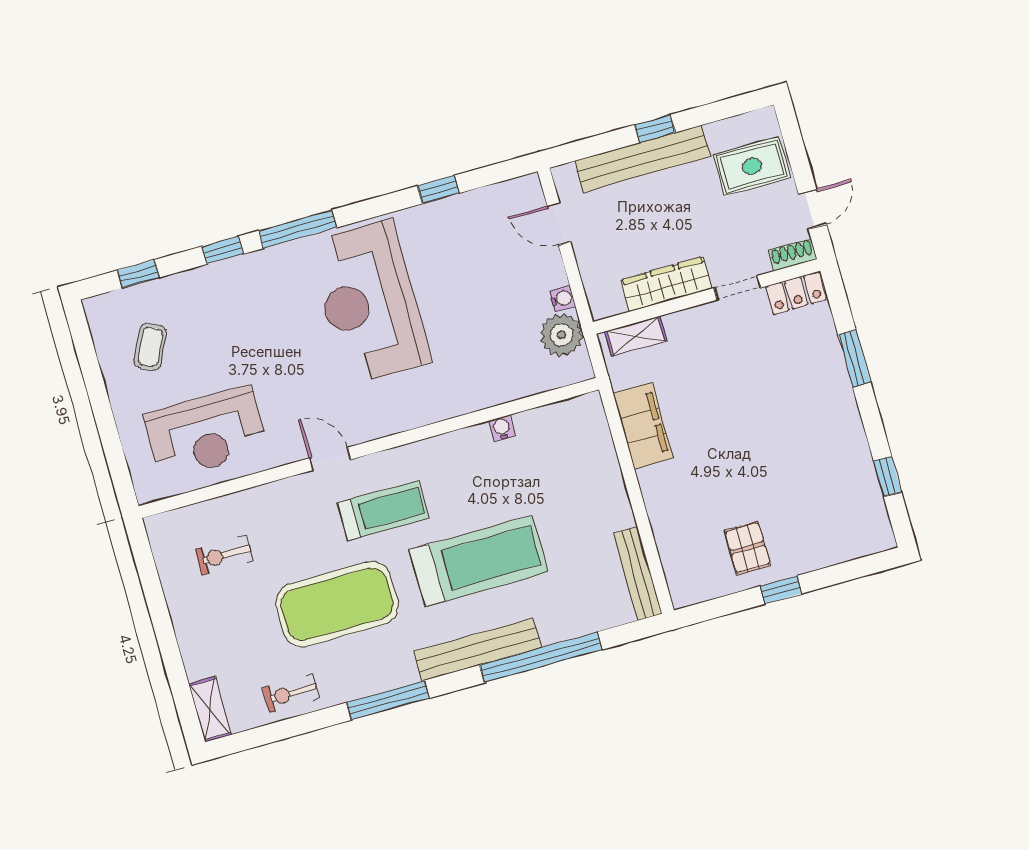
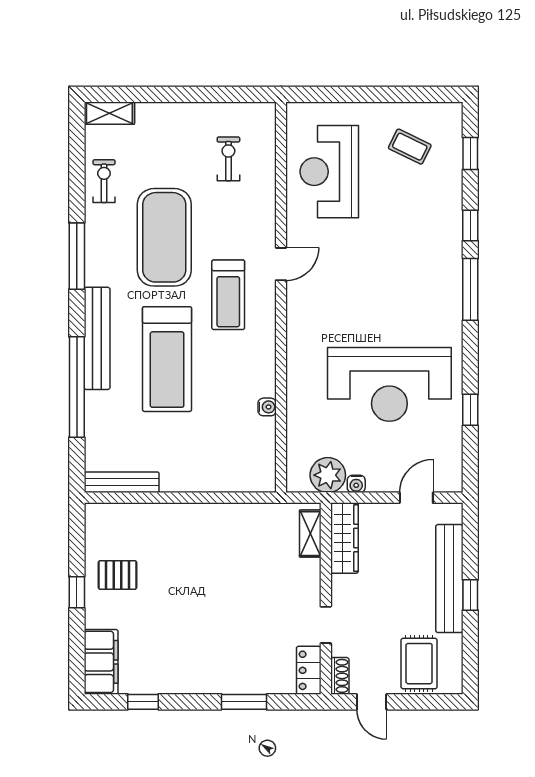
wardrobe: (666, 284) -> (344, 538), moved
reception desk: (369, 302) -> (389, 384), moved, turned 180
filing cabinet: (643, 426) -> (101, 662), moved, turned -90

